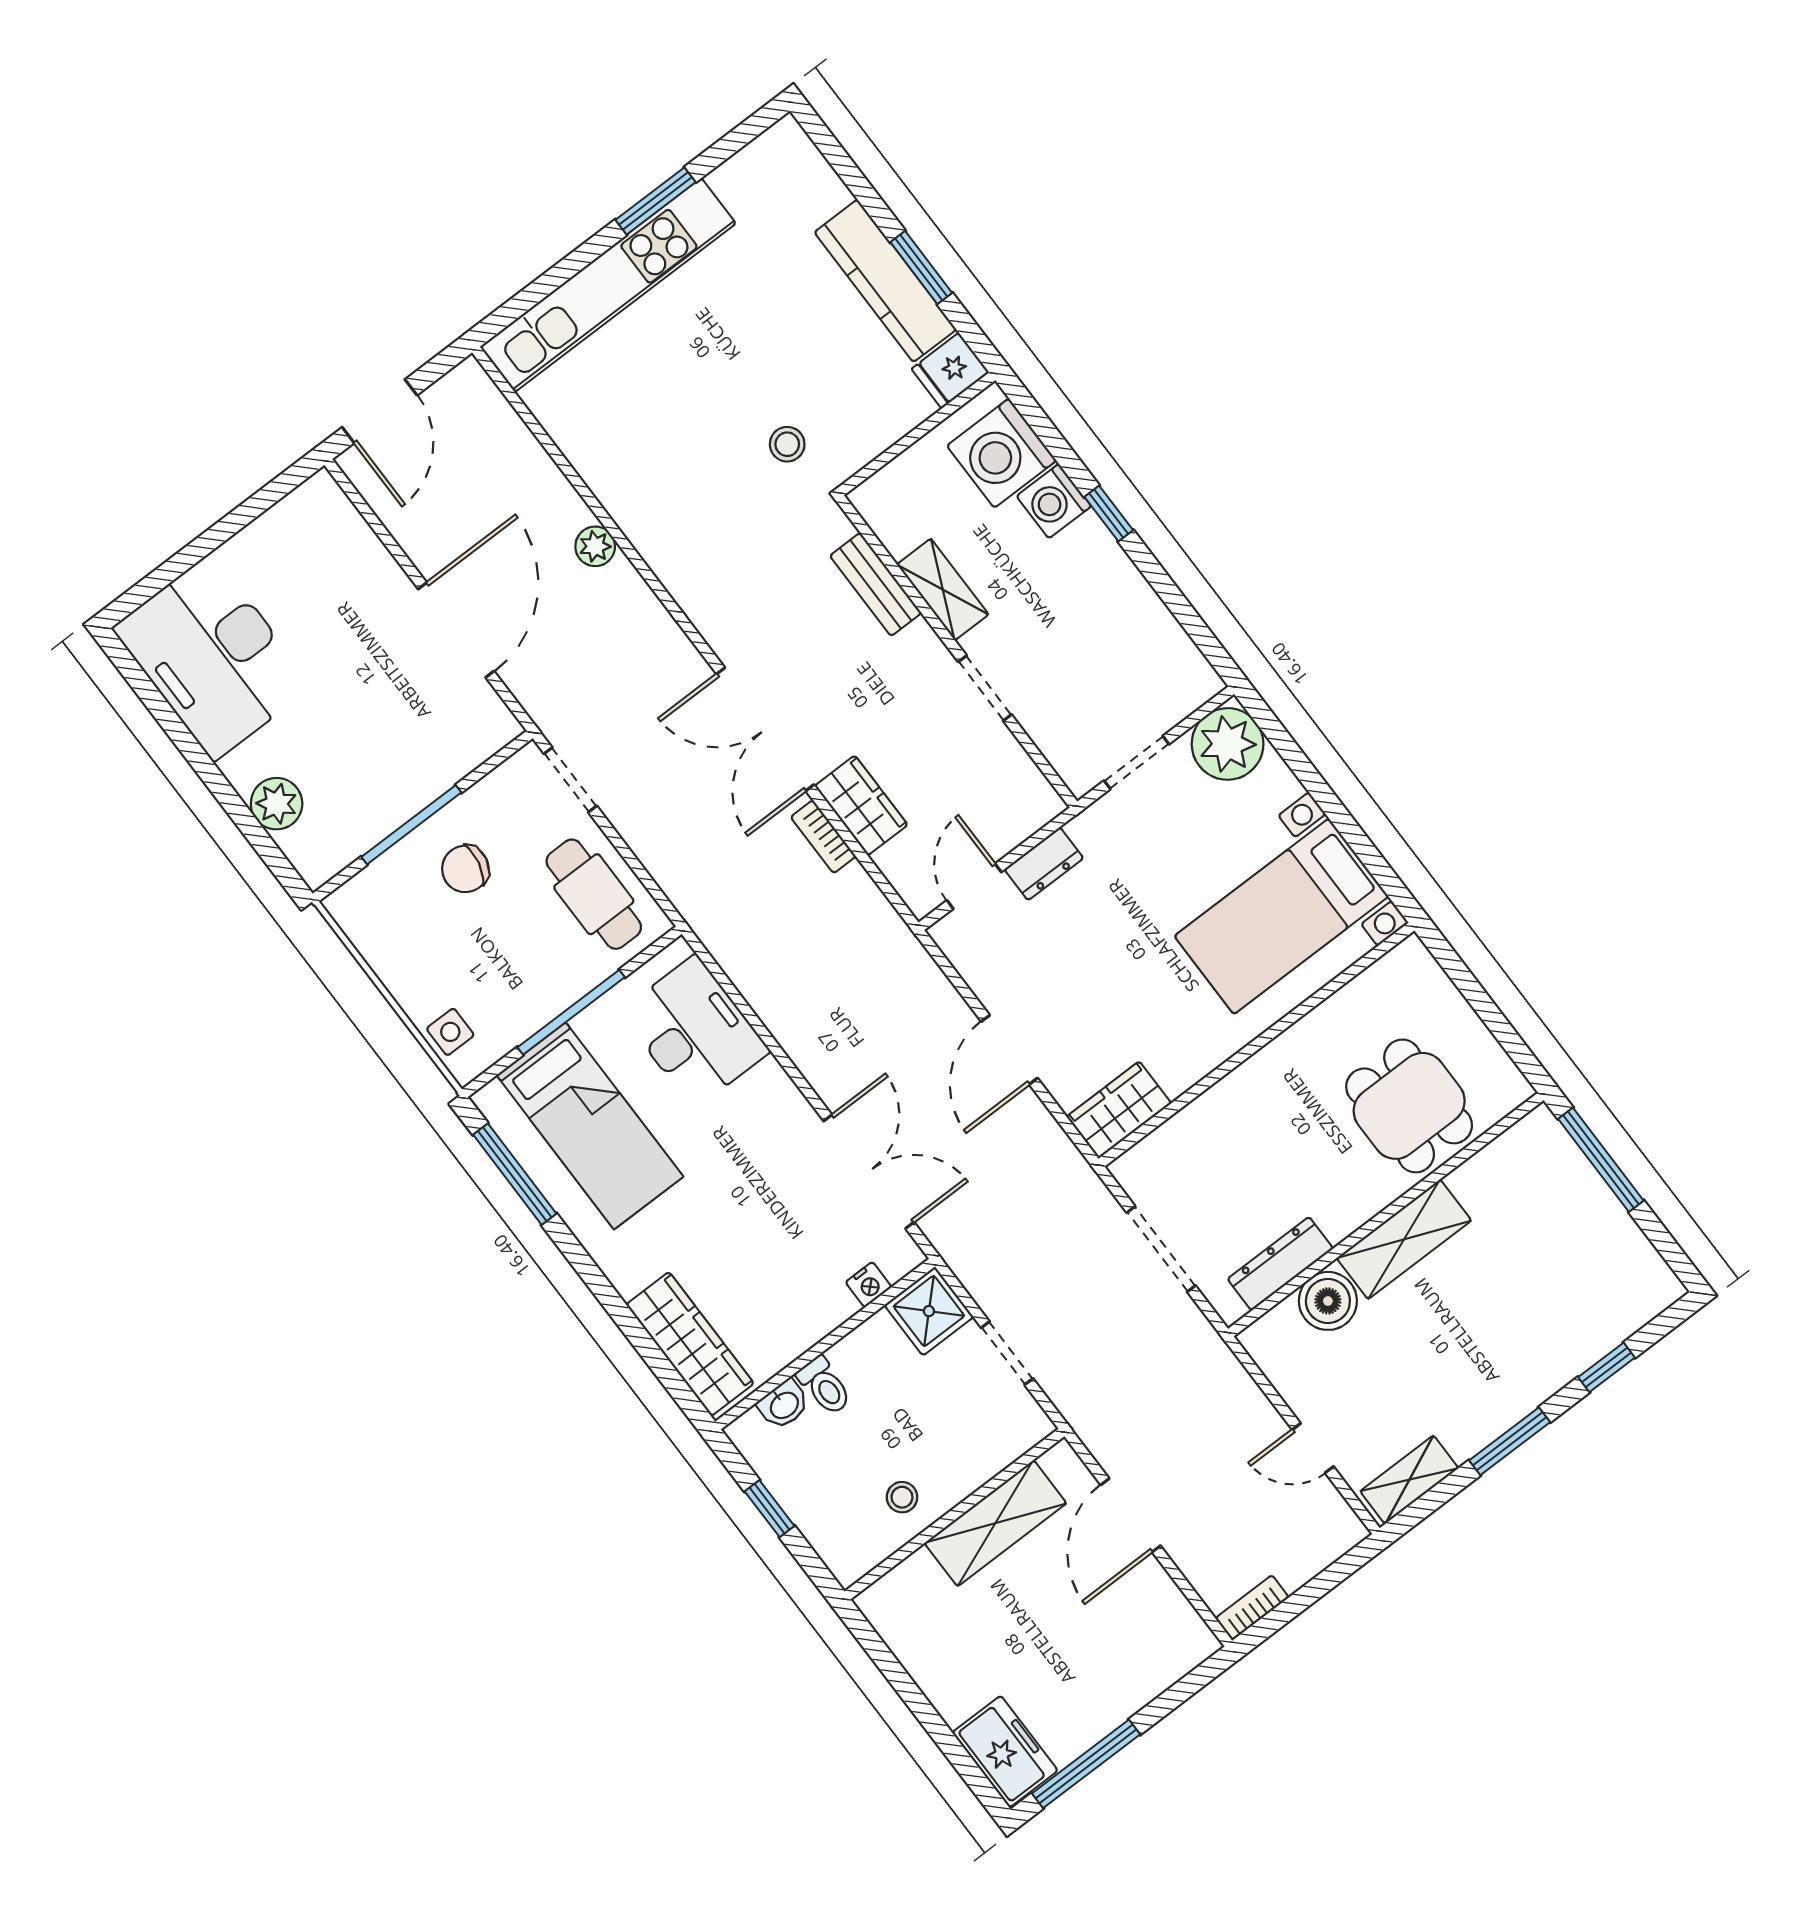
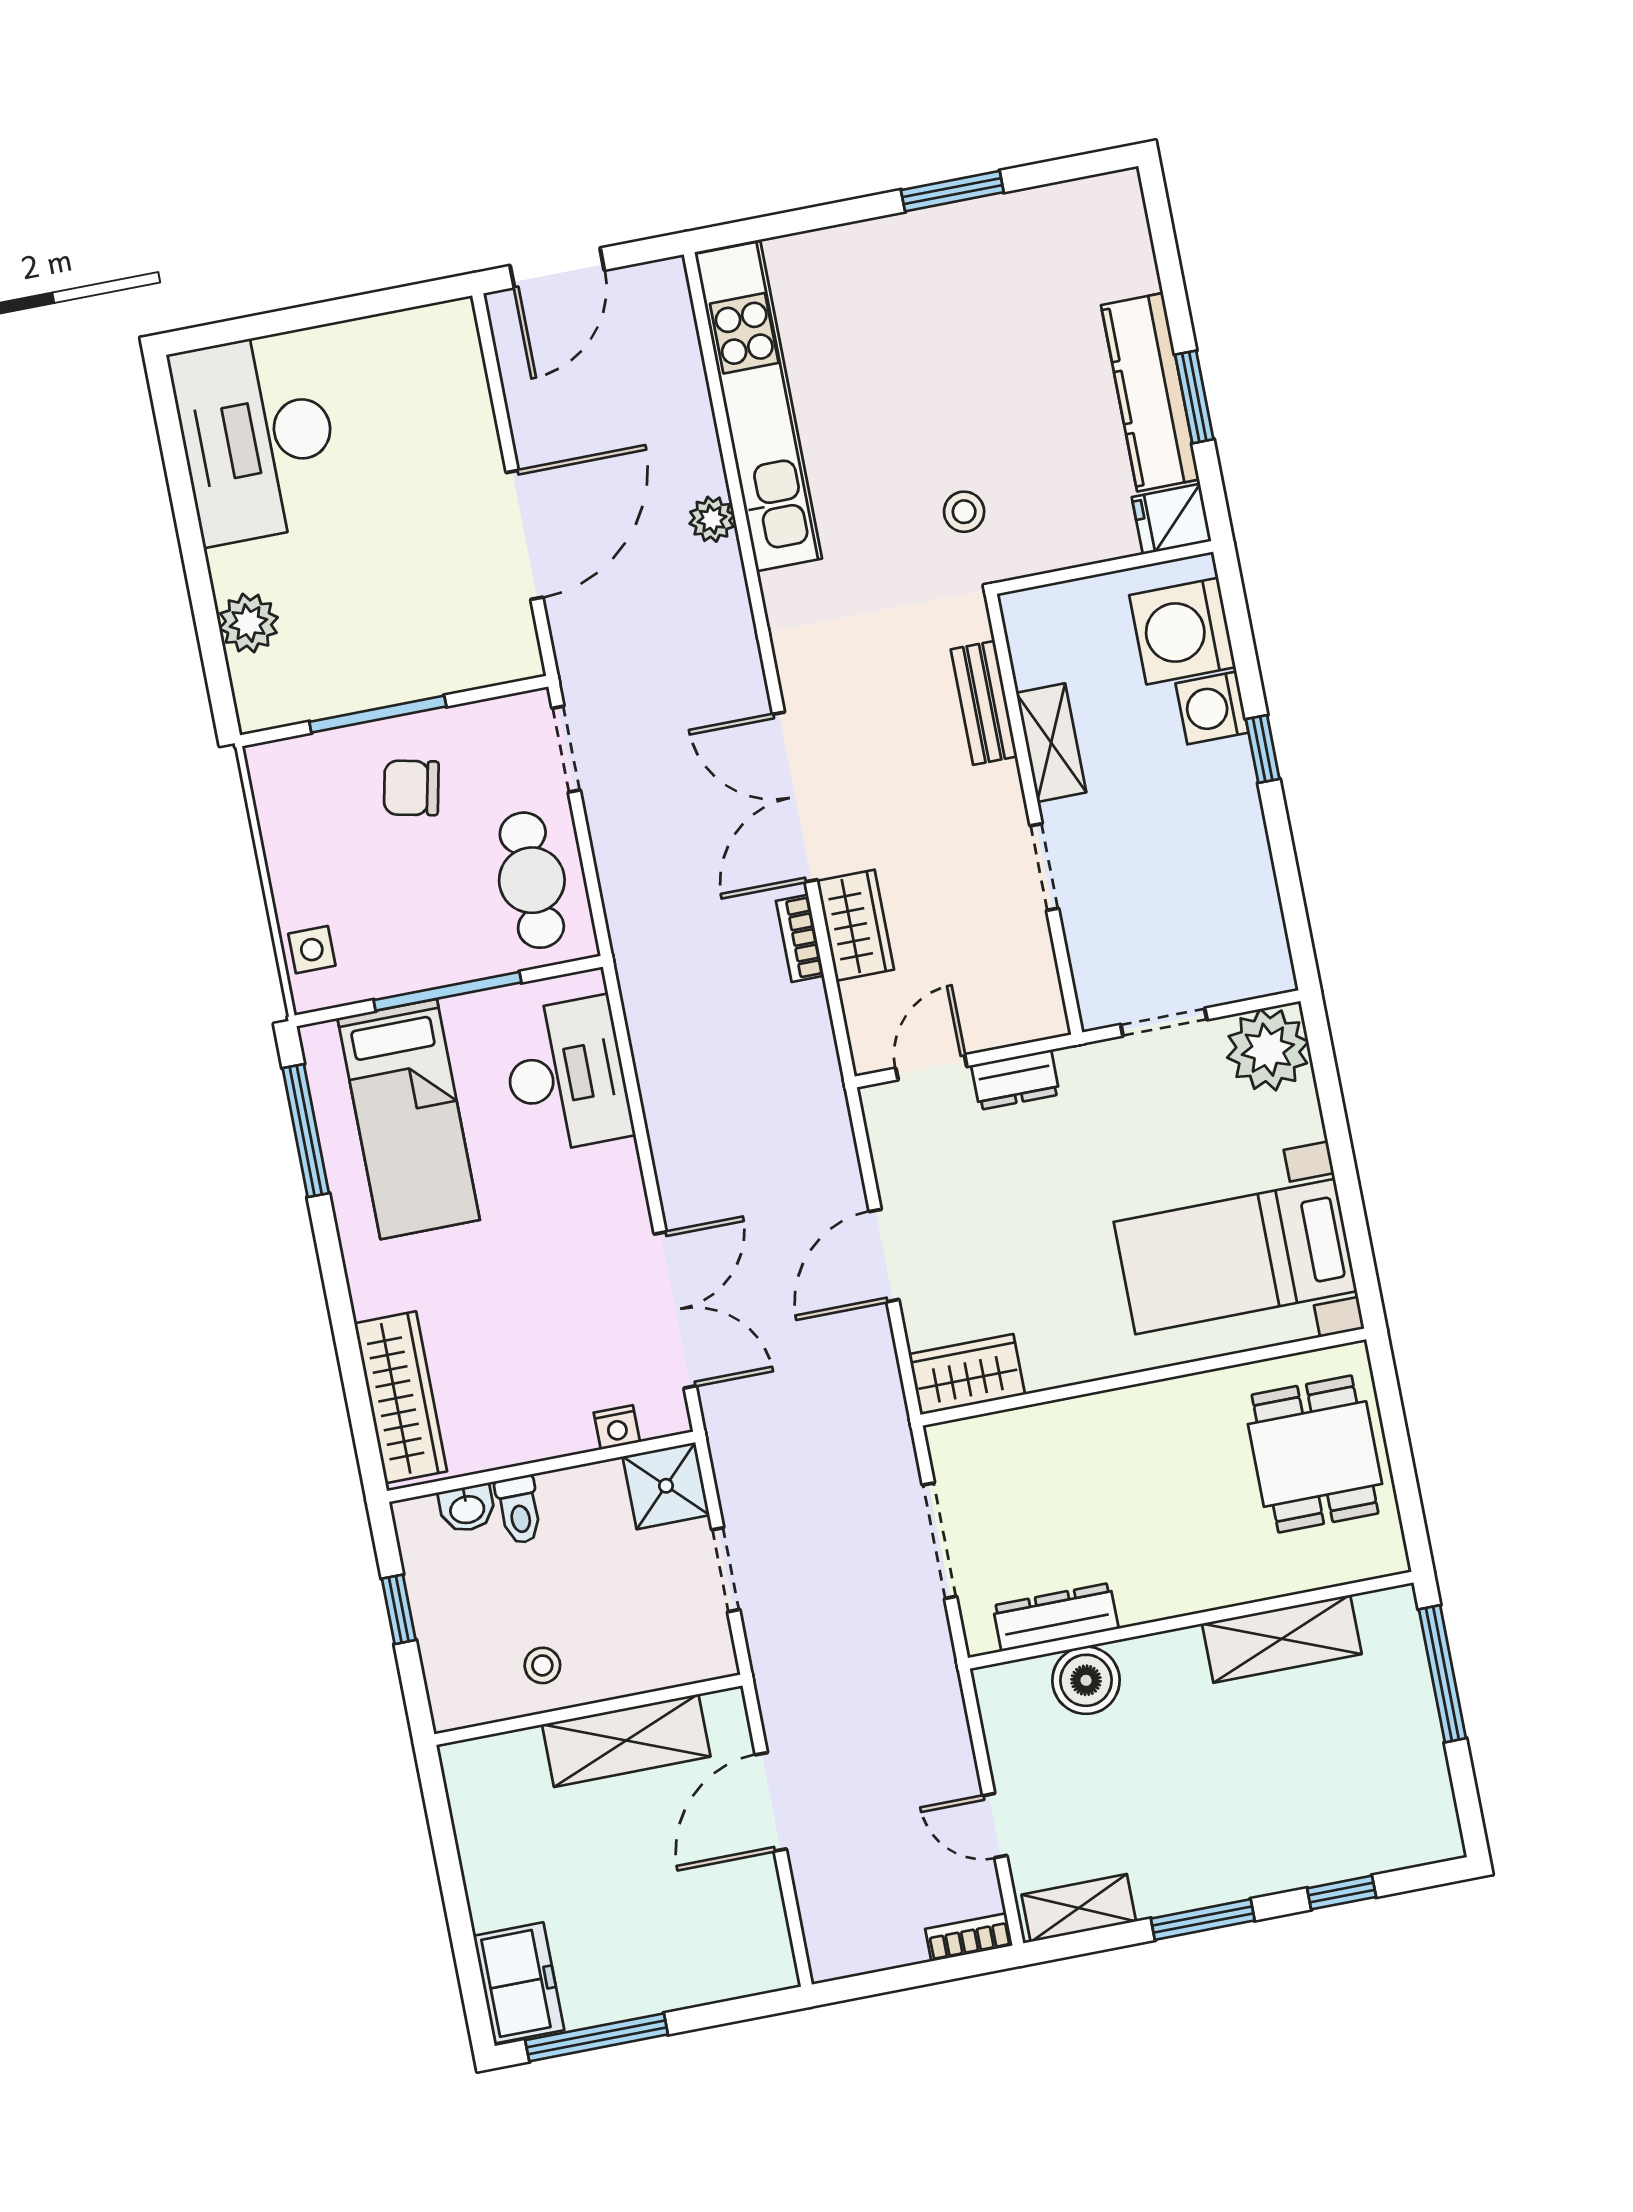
kitchen unit: (608, 285) -> (758, 406), moved, turned -90
dining table: (1409, 1106) -> (1315, 1454), moved
shelving: (1404, 1239) -> (1282, 1639), moved
bookcase: (1252, 1608) -> (969, 1937), moved

